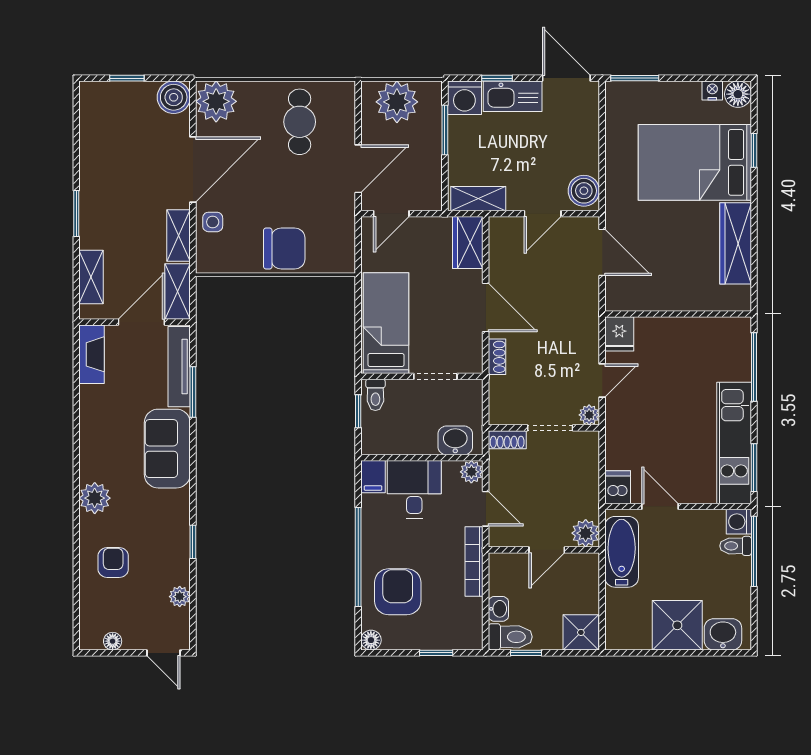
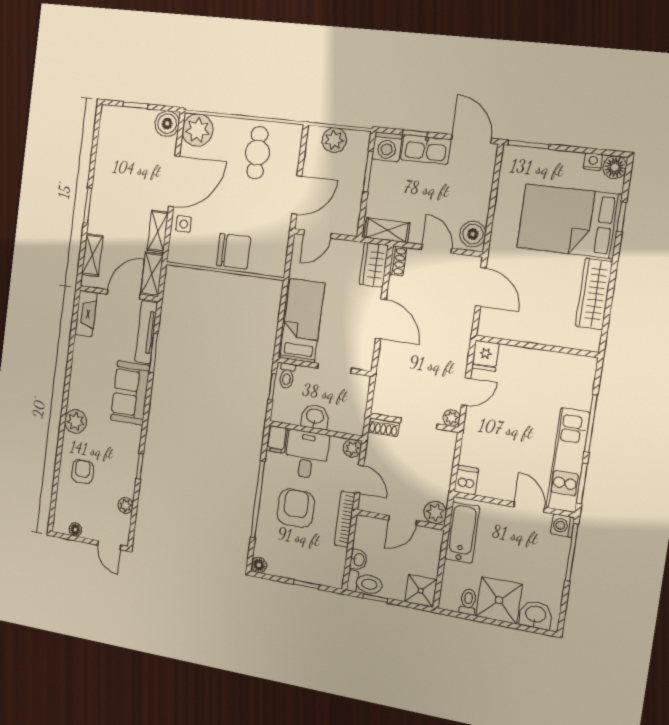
plant: (397, 102) -> (334, 140), width x0.73, depth x0.73
door: (543, 214) -> (437, 249), swing flipped
shoe rack: (497, 357) -> (398, 261), moved
window: (754, 367) -> (591, 423), moved
washbasin: (455, 440) -> (315, 417), moved
door: (660, 506) -> (529, 507), moved
toilet: (736, 546) -> (468, 602), moved, turned 90
armchair: (398, 592) -> (296, 508), moved

